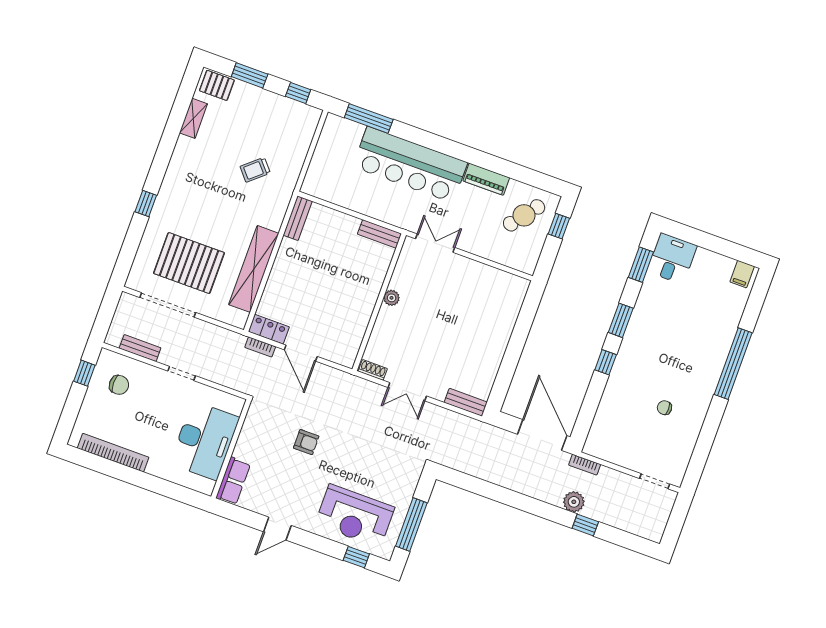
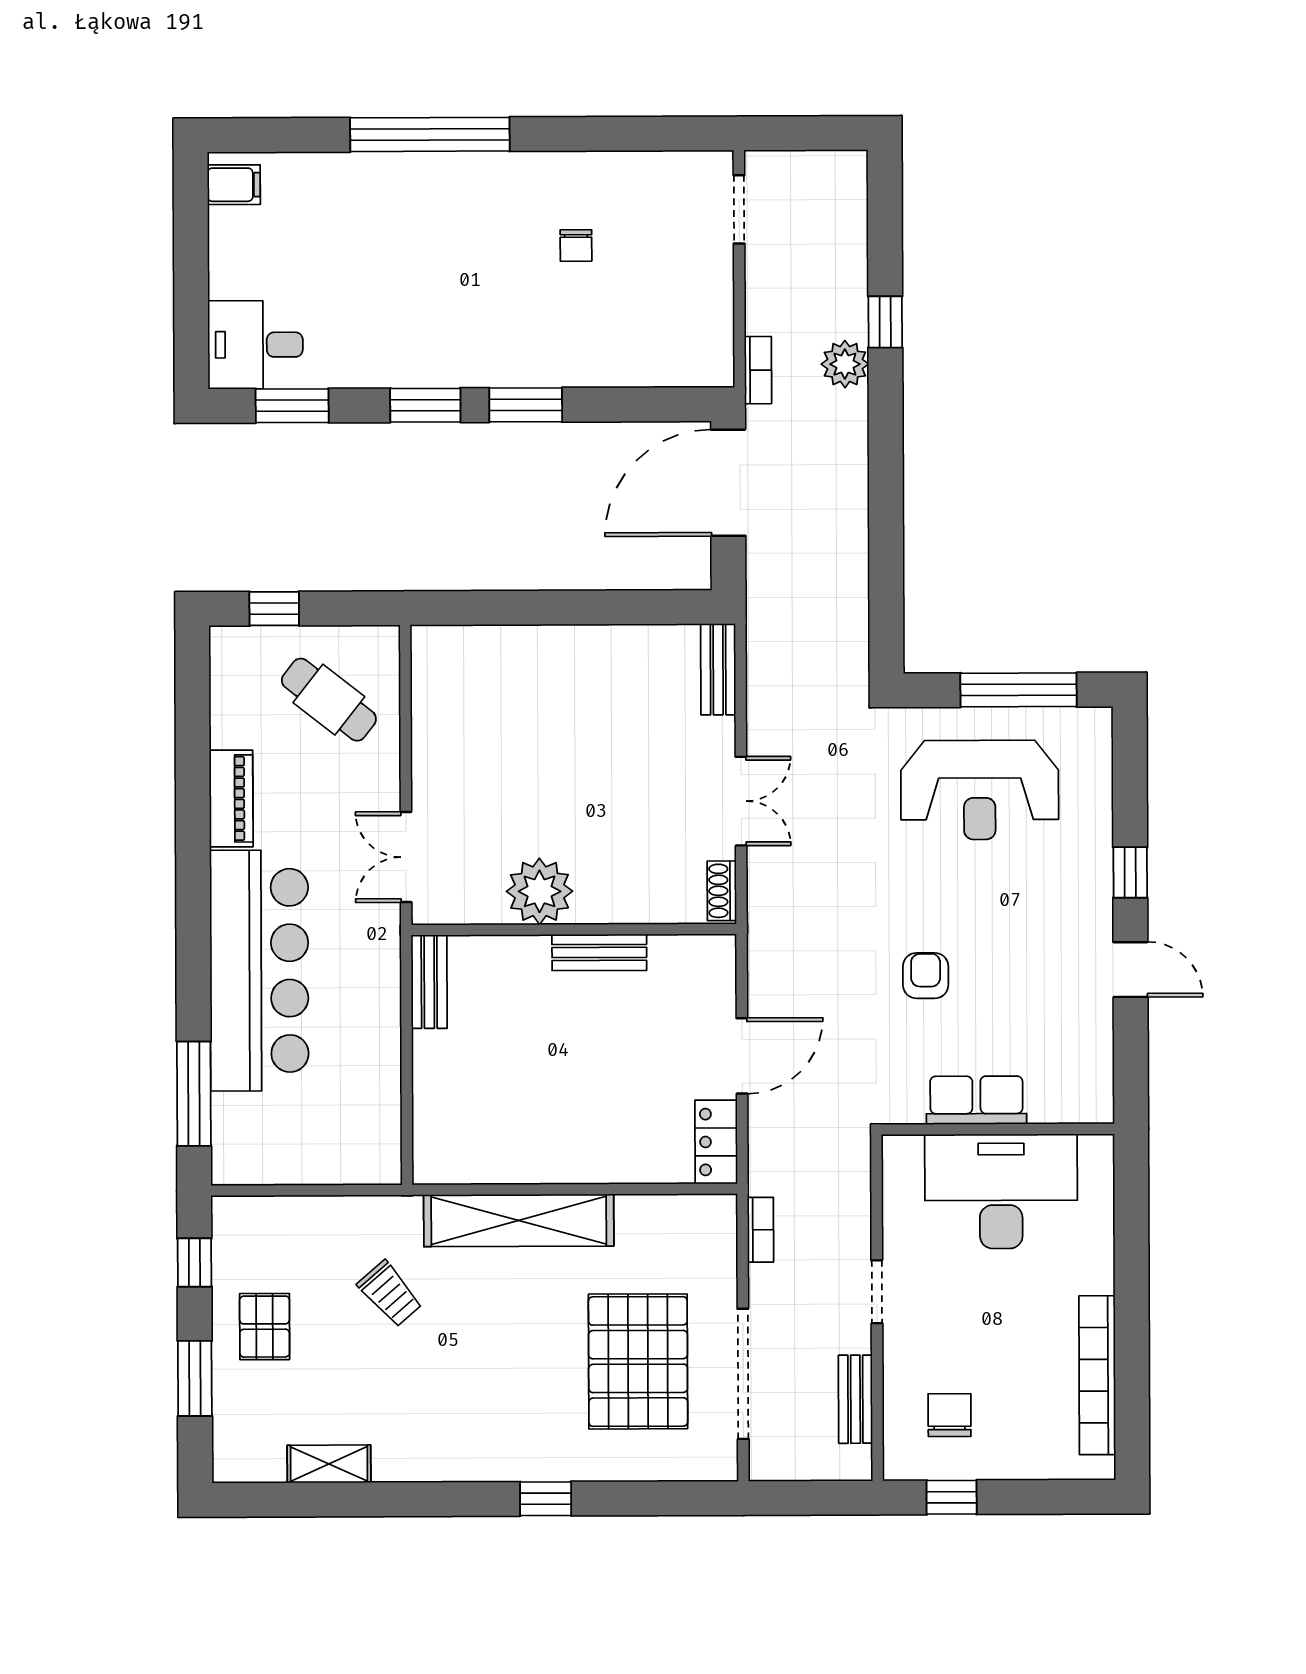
pallet: (217, 85) -> (265, 1327), moved
cafe table: (524, 215) -> (329, 700), moved
bench: (298, 218) -> (599, 952), moved
shelving: (254, 269) -> (519, 1220), moved
plant: (392, 298) -> (540, 891), width x1.88, depth x1.88
bookcase: (260, 347) -> (761, 1230), moved
window: (606, 362) -> (526, 405), width x1.50
row of seats: (233, 481) -> (976, 1100), moved
reception desk: (355, 516) -> (980, 790), moved, turned 90
window: (356, 557) -> (1130, 872), moved

